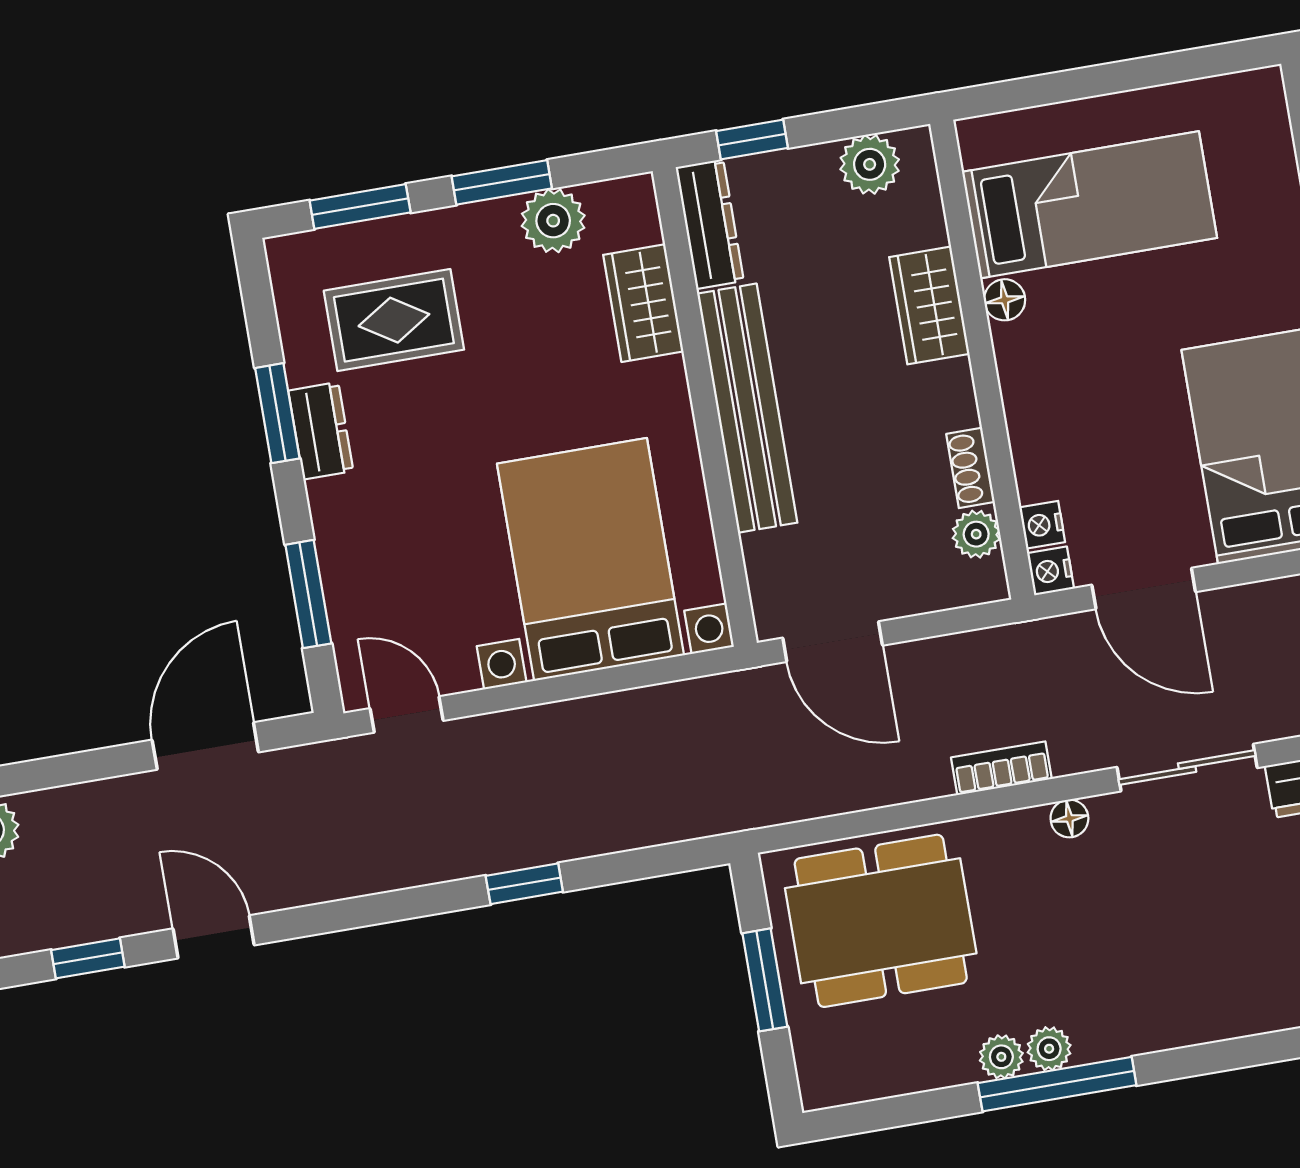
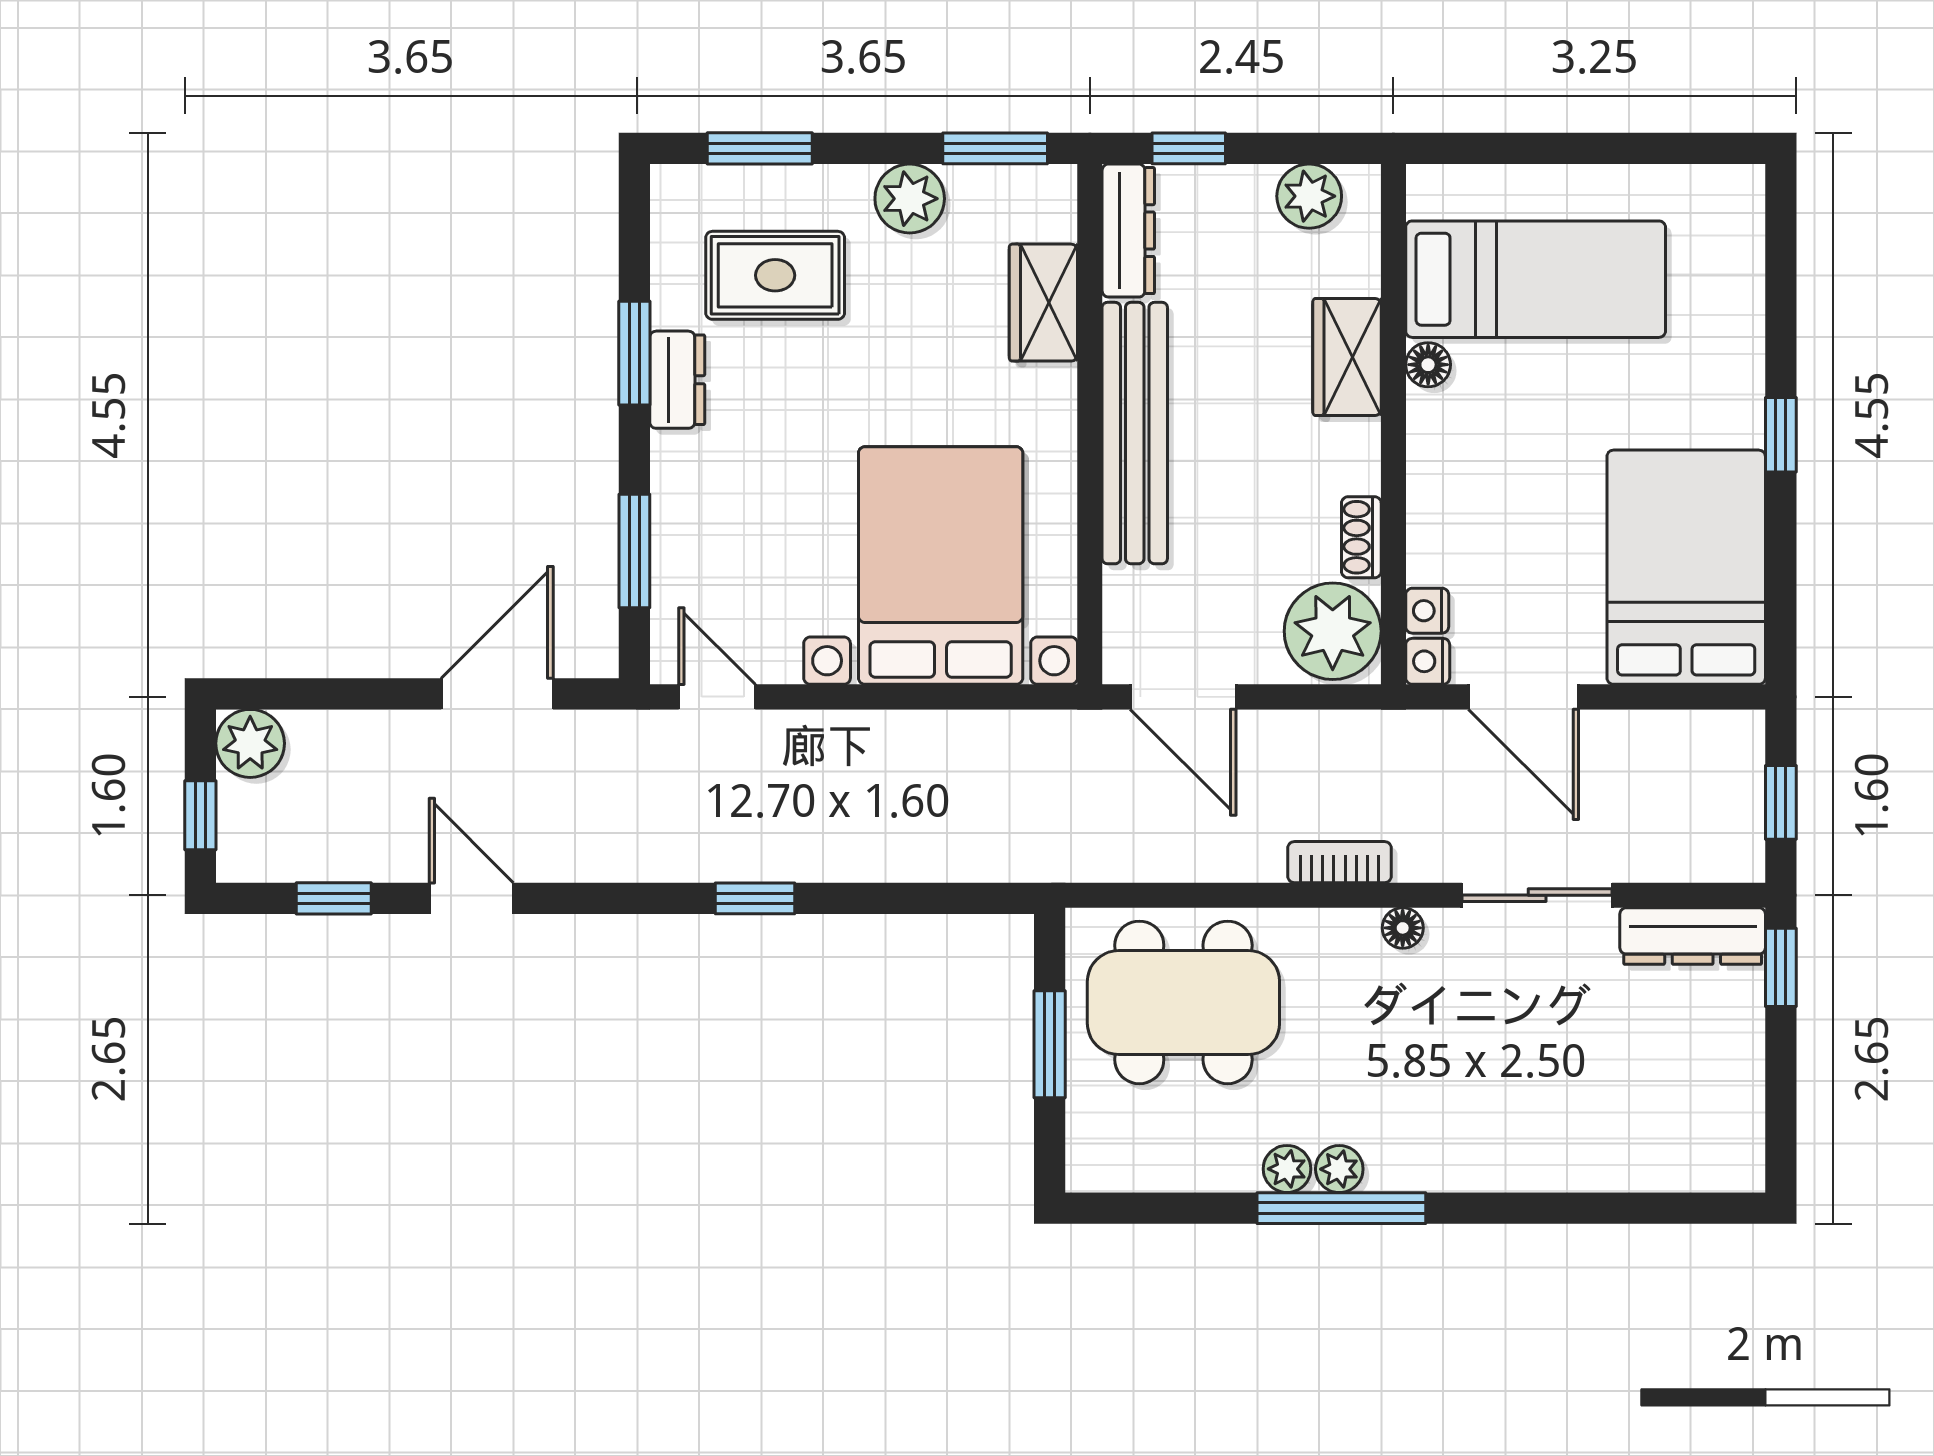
window: (502, 182) -> (995, 148), moved
plant: (553, 221) -> (910, 199), moved
plant: (976, 534) -> (1333, 631), width x1.88, depth x1.88
window: (524, 884) -> (755, 898), moved

